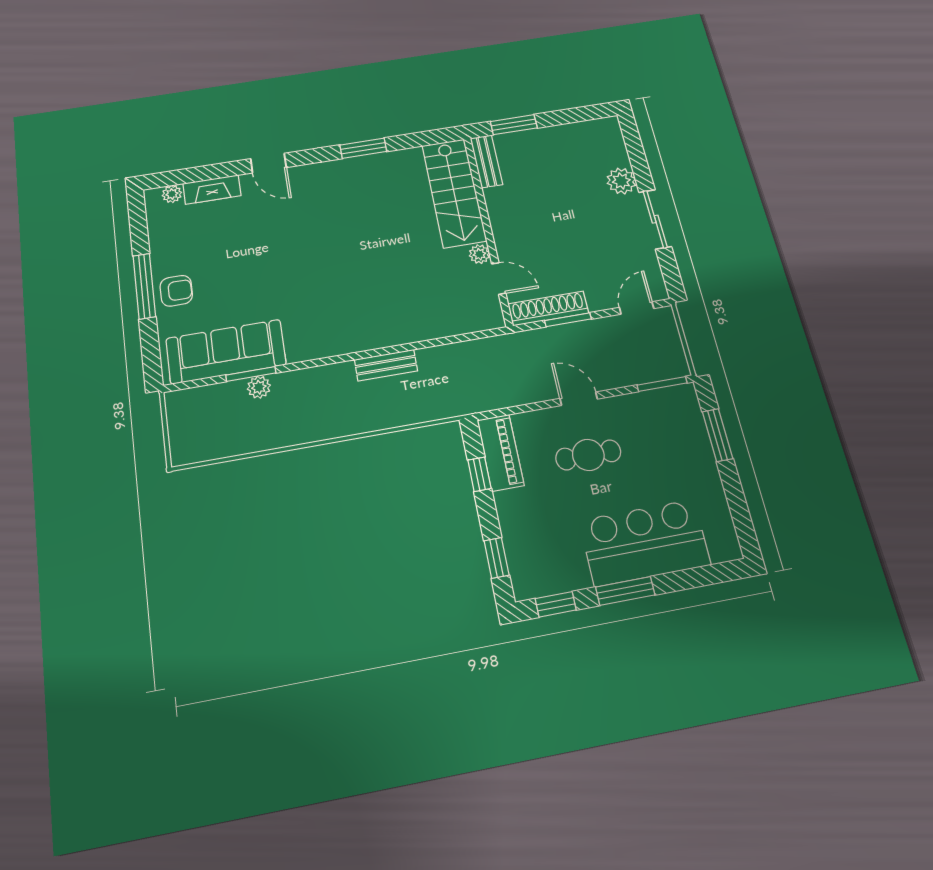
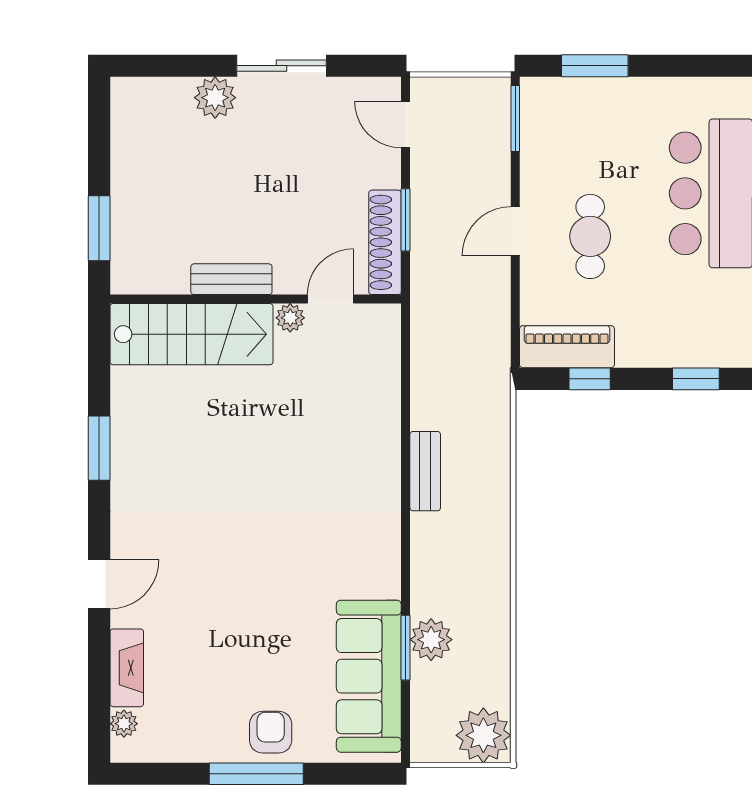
bench: (486, 161) -> (231, 279), moved
plant: (259, 387) -> (431, 640), width x1.38, depth x1.38
plant: (190, 443) -> (483, 735), added

